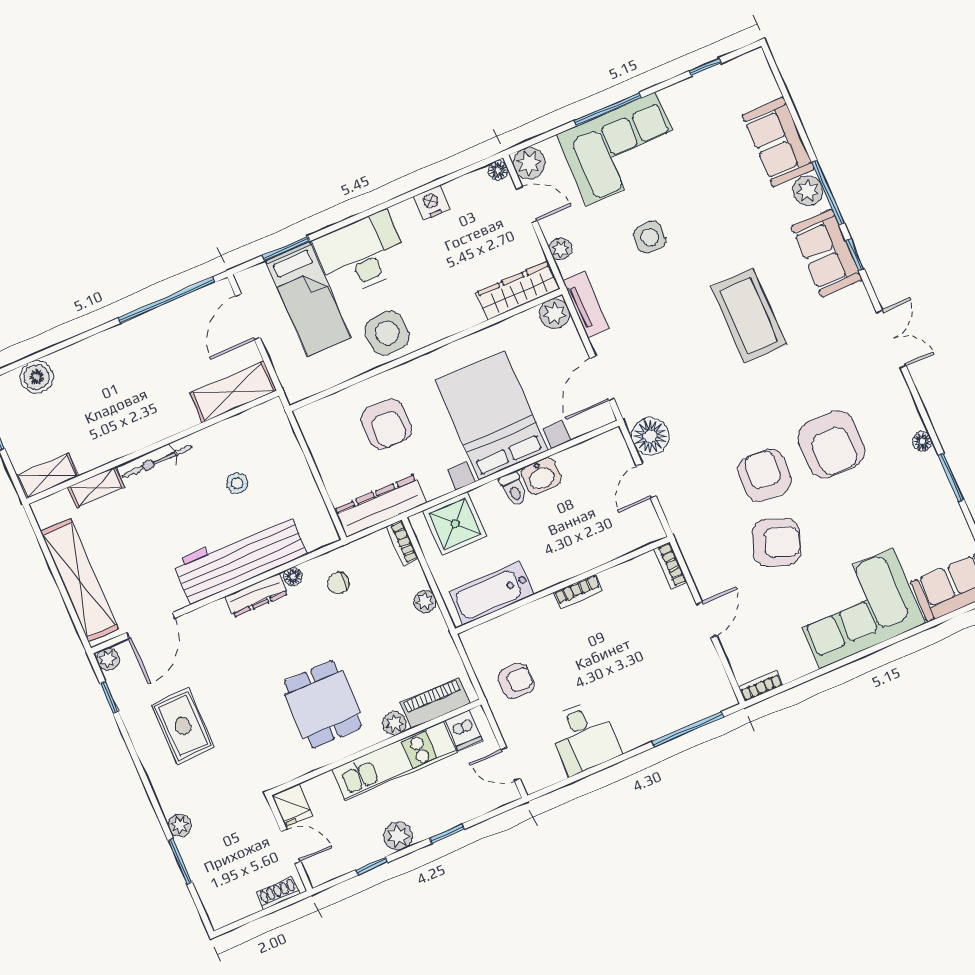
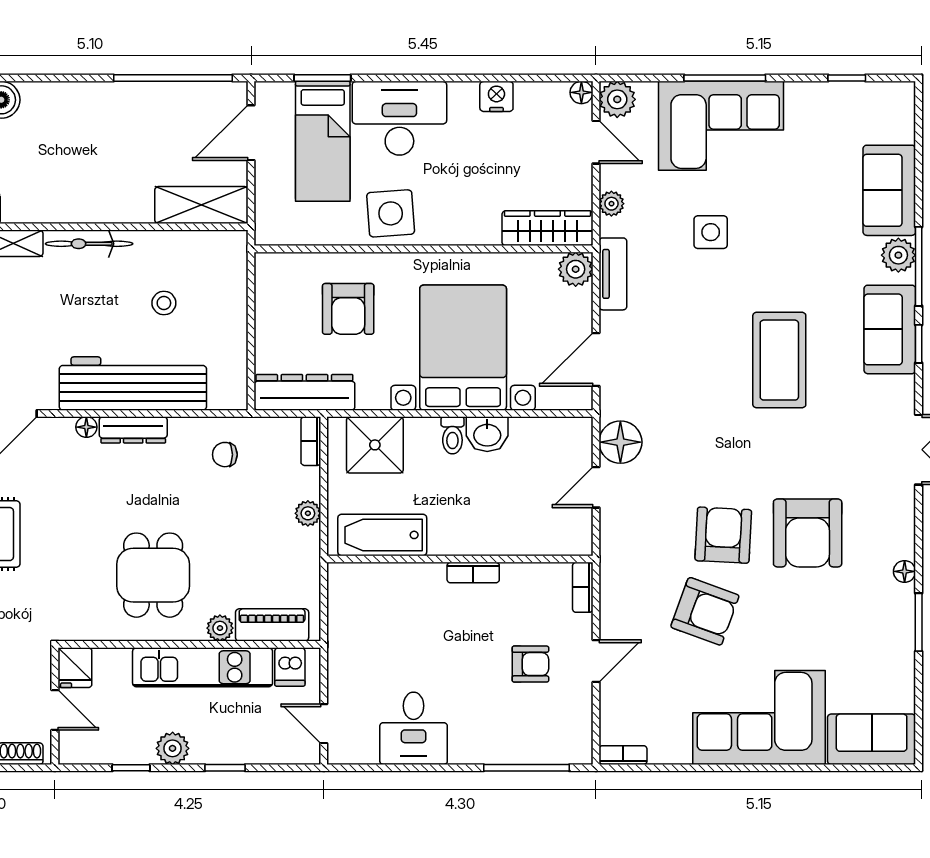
floor lamp: (293, 577) -> (86, 427), moved
armchair: (516, 681) -> (530, 664), moved

